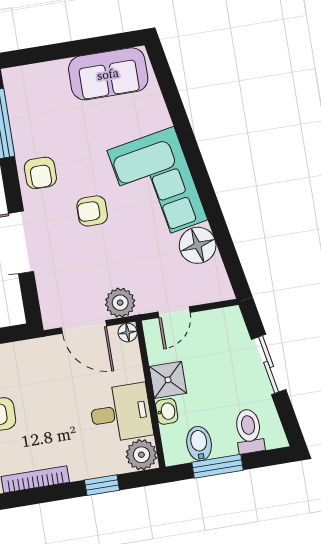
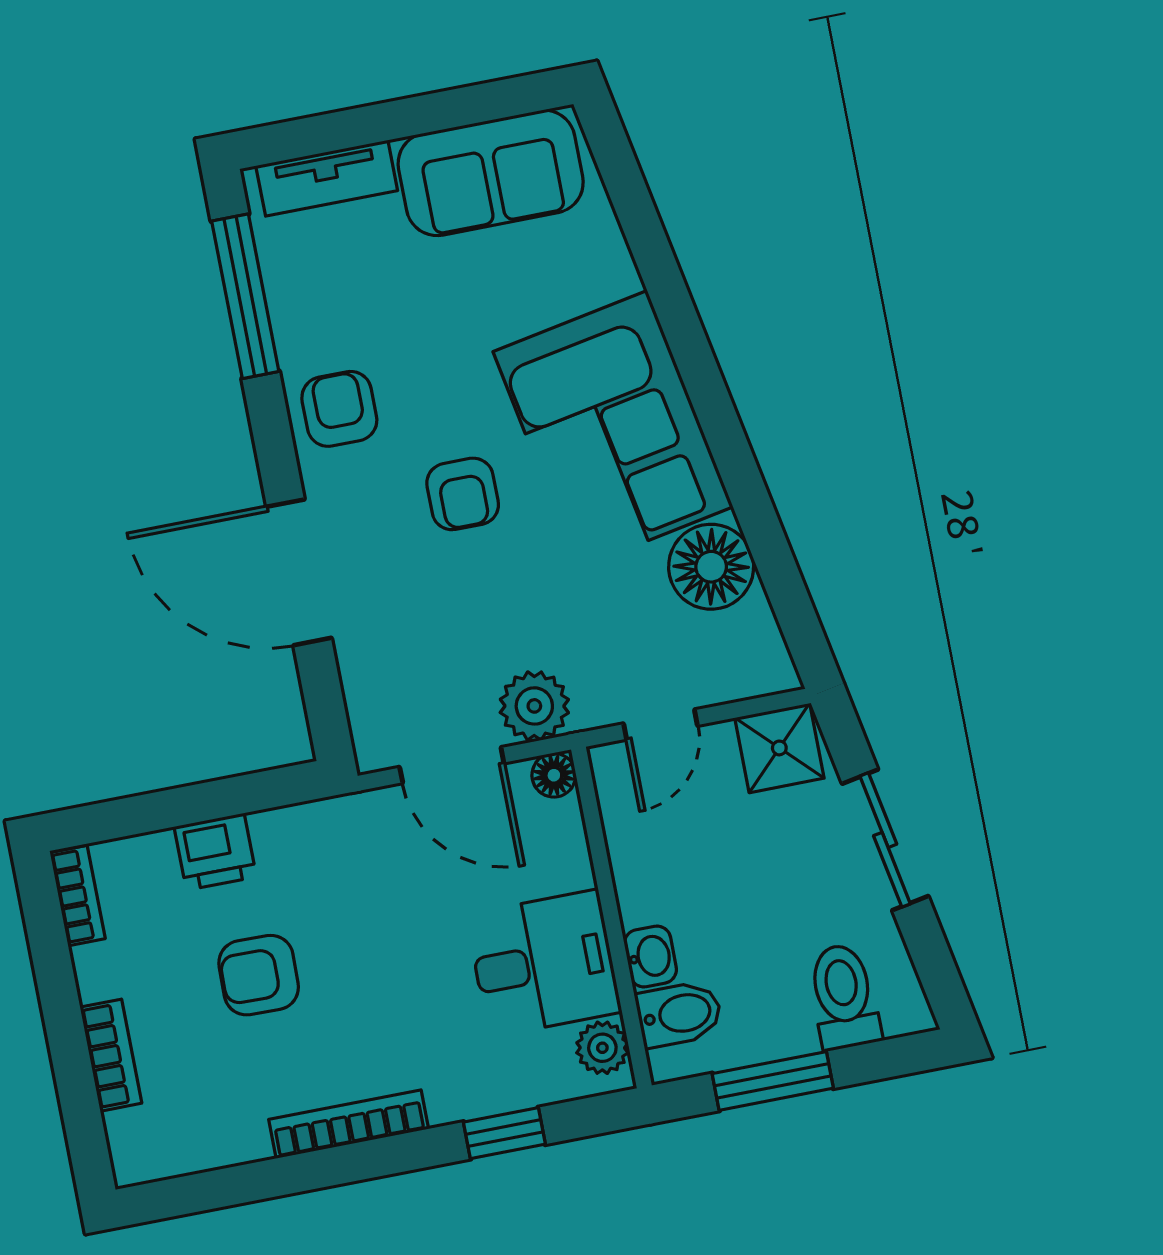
tv unit: (38, 74) -> (327, 178), added
armchair: (40, 173) -> (339, 409), turned 180
armchair: (92, 211) -> (463, 494), turned -90
shower: (168, 380) -> (779, 748), moved
bidet: (199, 444) -> (679, 1014), moved, turned 90
plant: (141, 455) -> (602, 1048), width x0.73, depth x0.73

